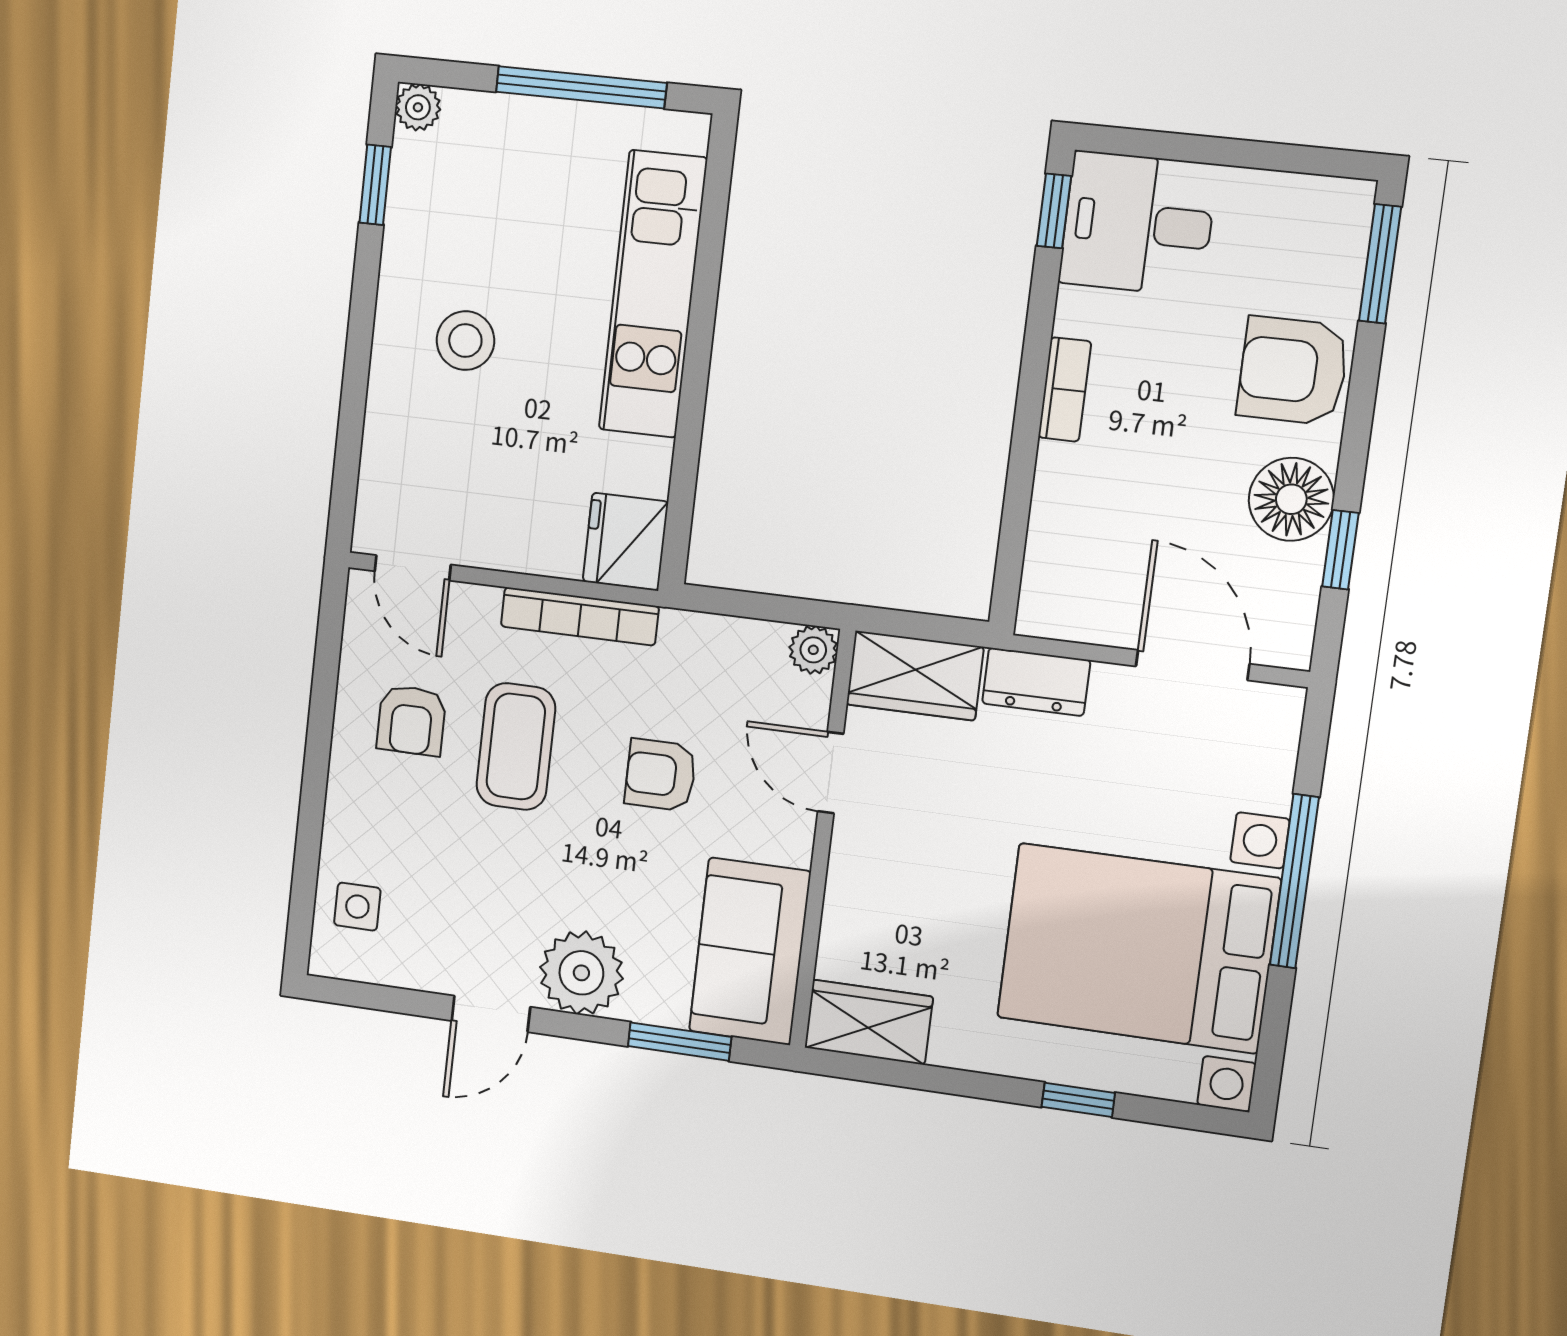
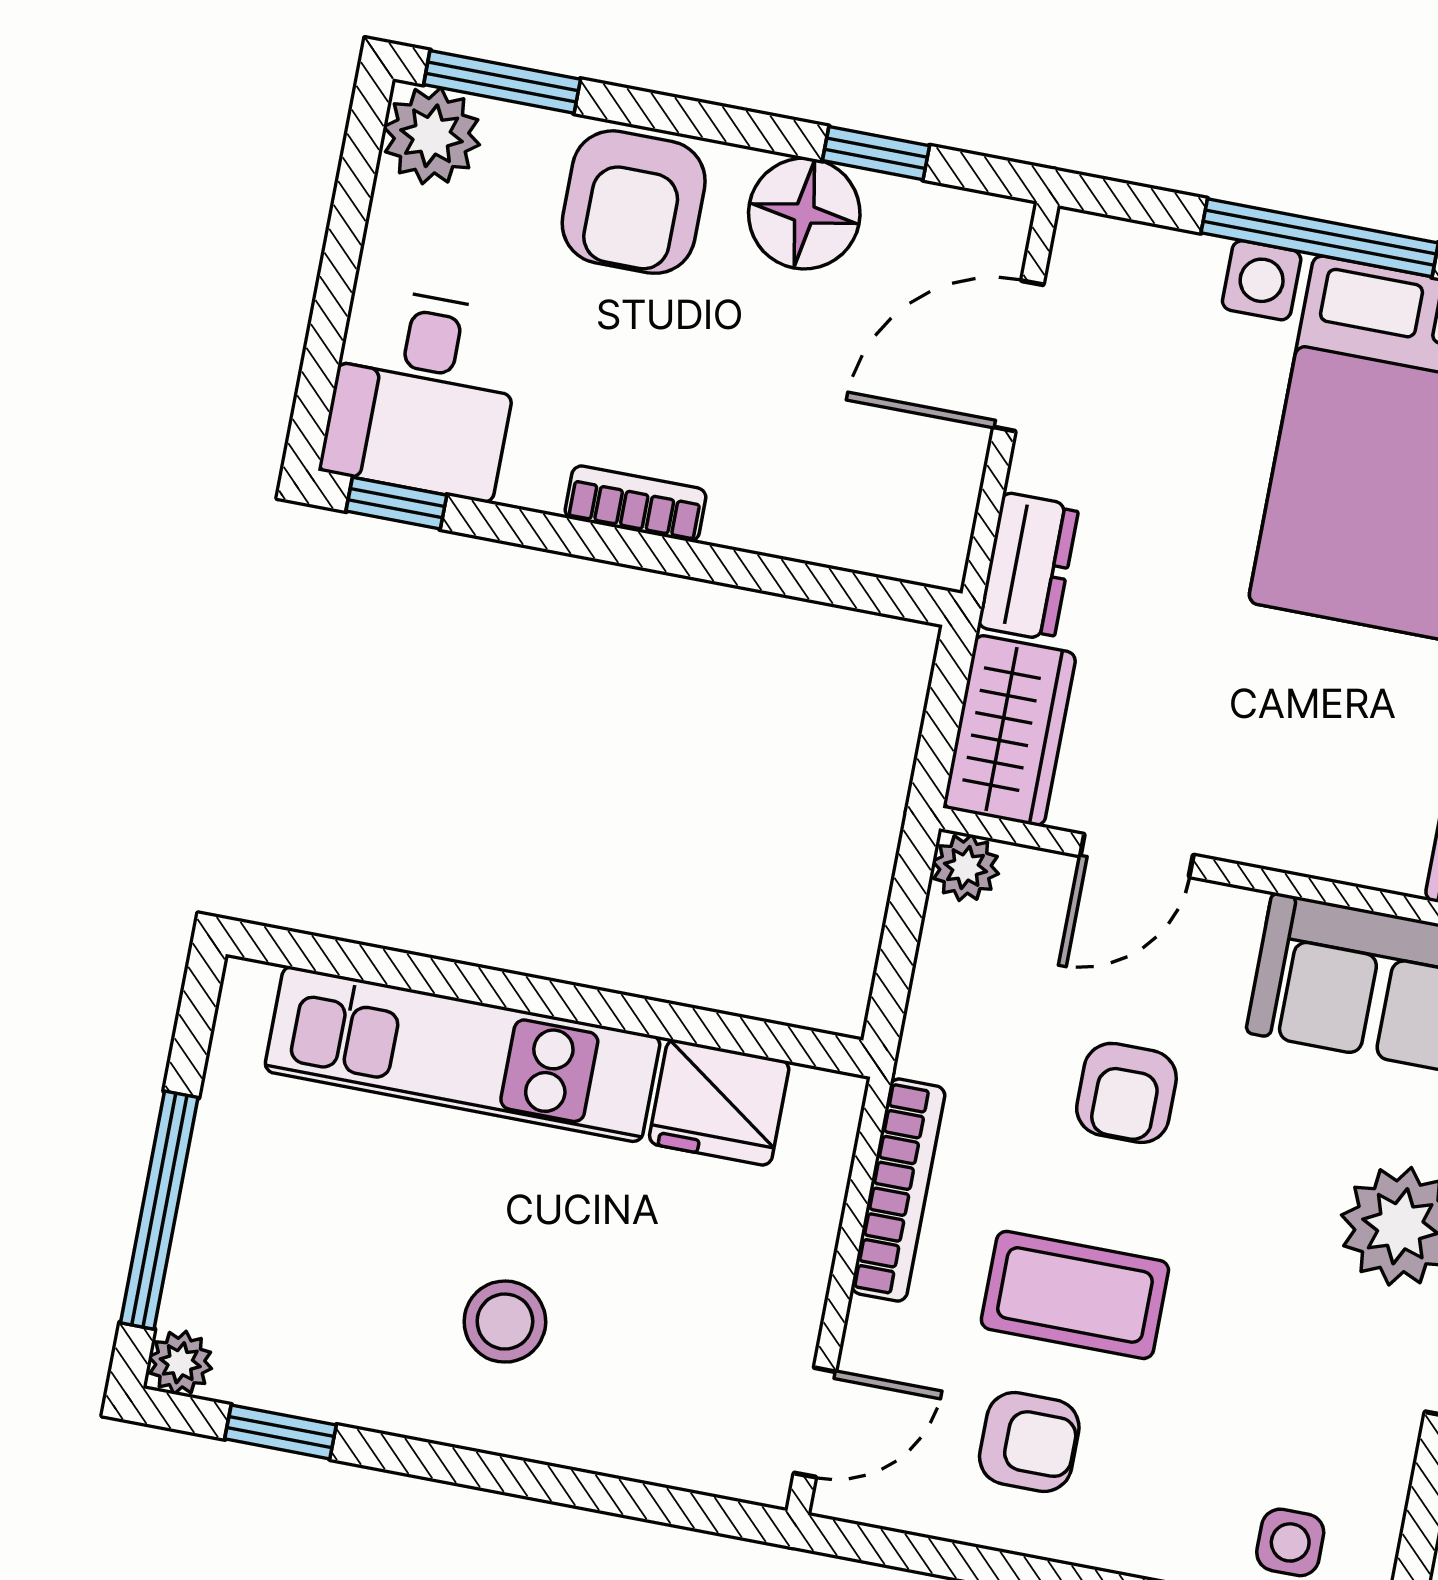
window: (581, 87) -> (159, 1210), moved
plant: (1335, 214) -> (432, 136), added
fridge: (625, 542) -> (719, 1103), moved

